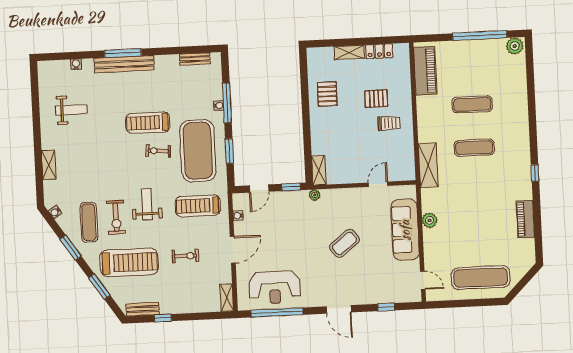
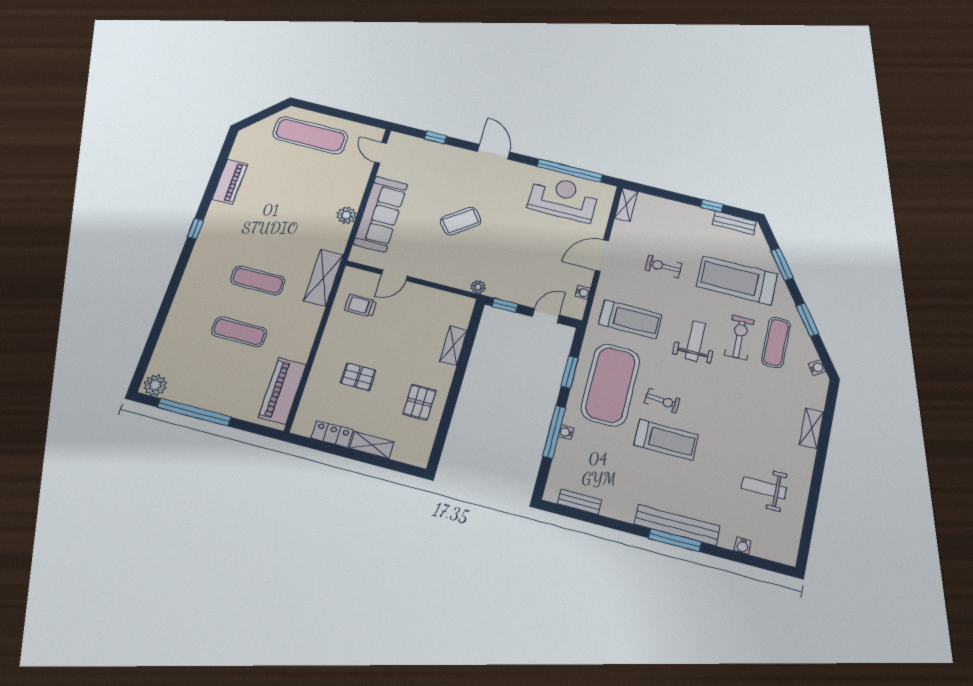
trolley: (389, 123) -> (361, 306), moved
shelving: (319, 170) -> (453, 346), moved
weight bench: (147, 204) -> (695, 341), turned 180

